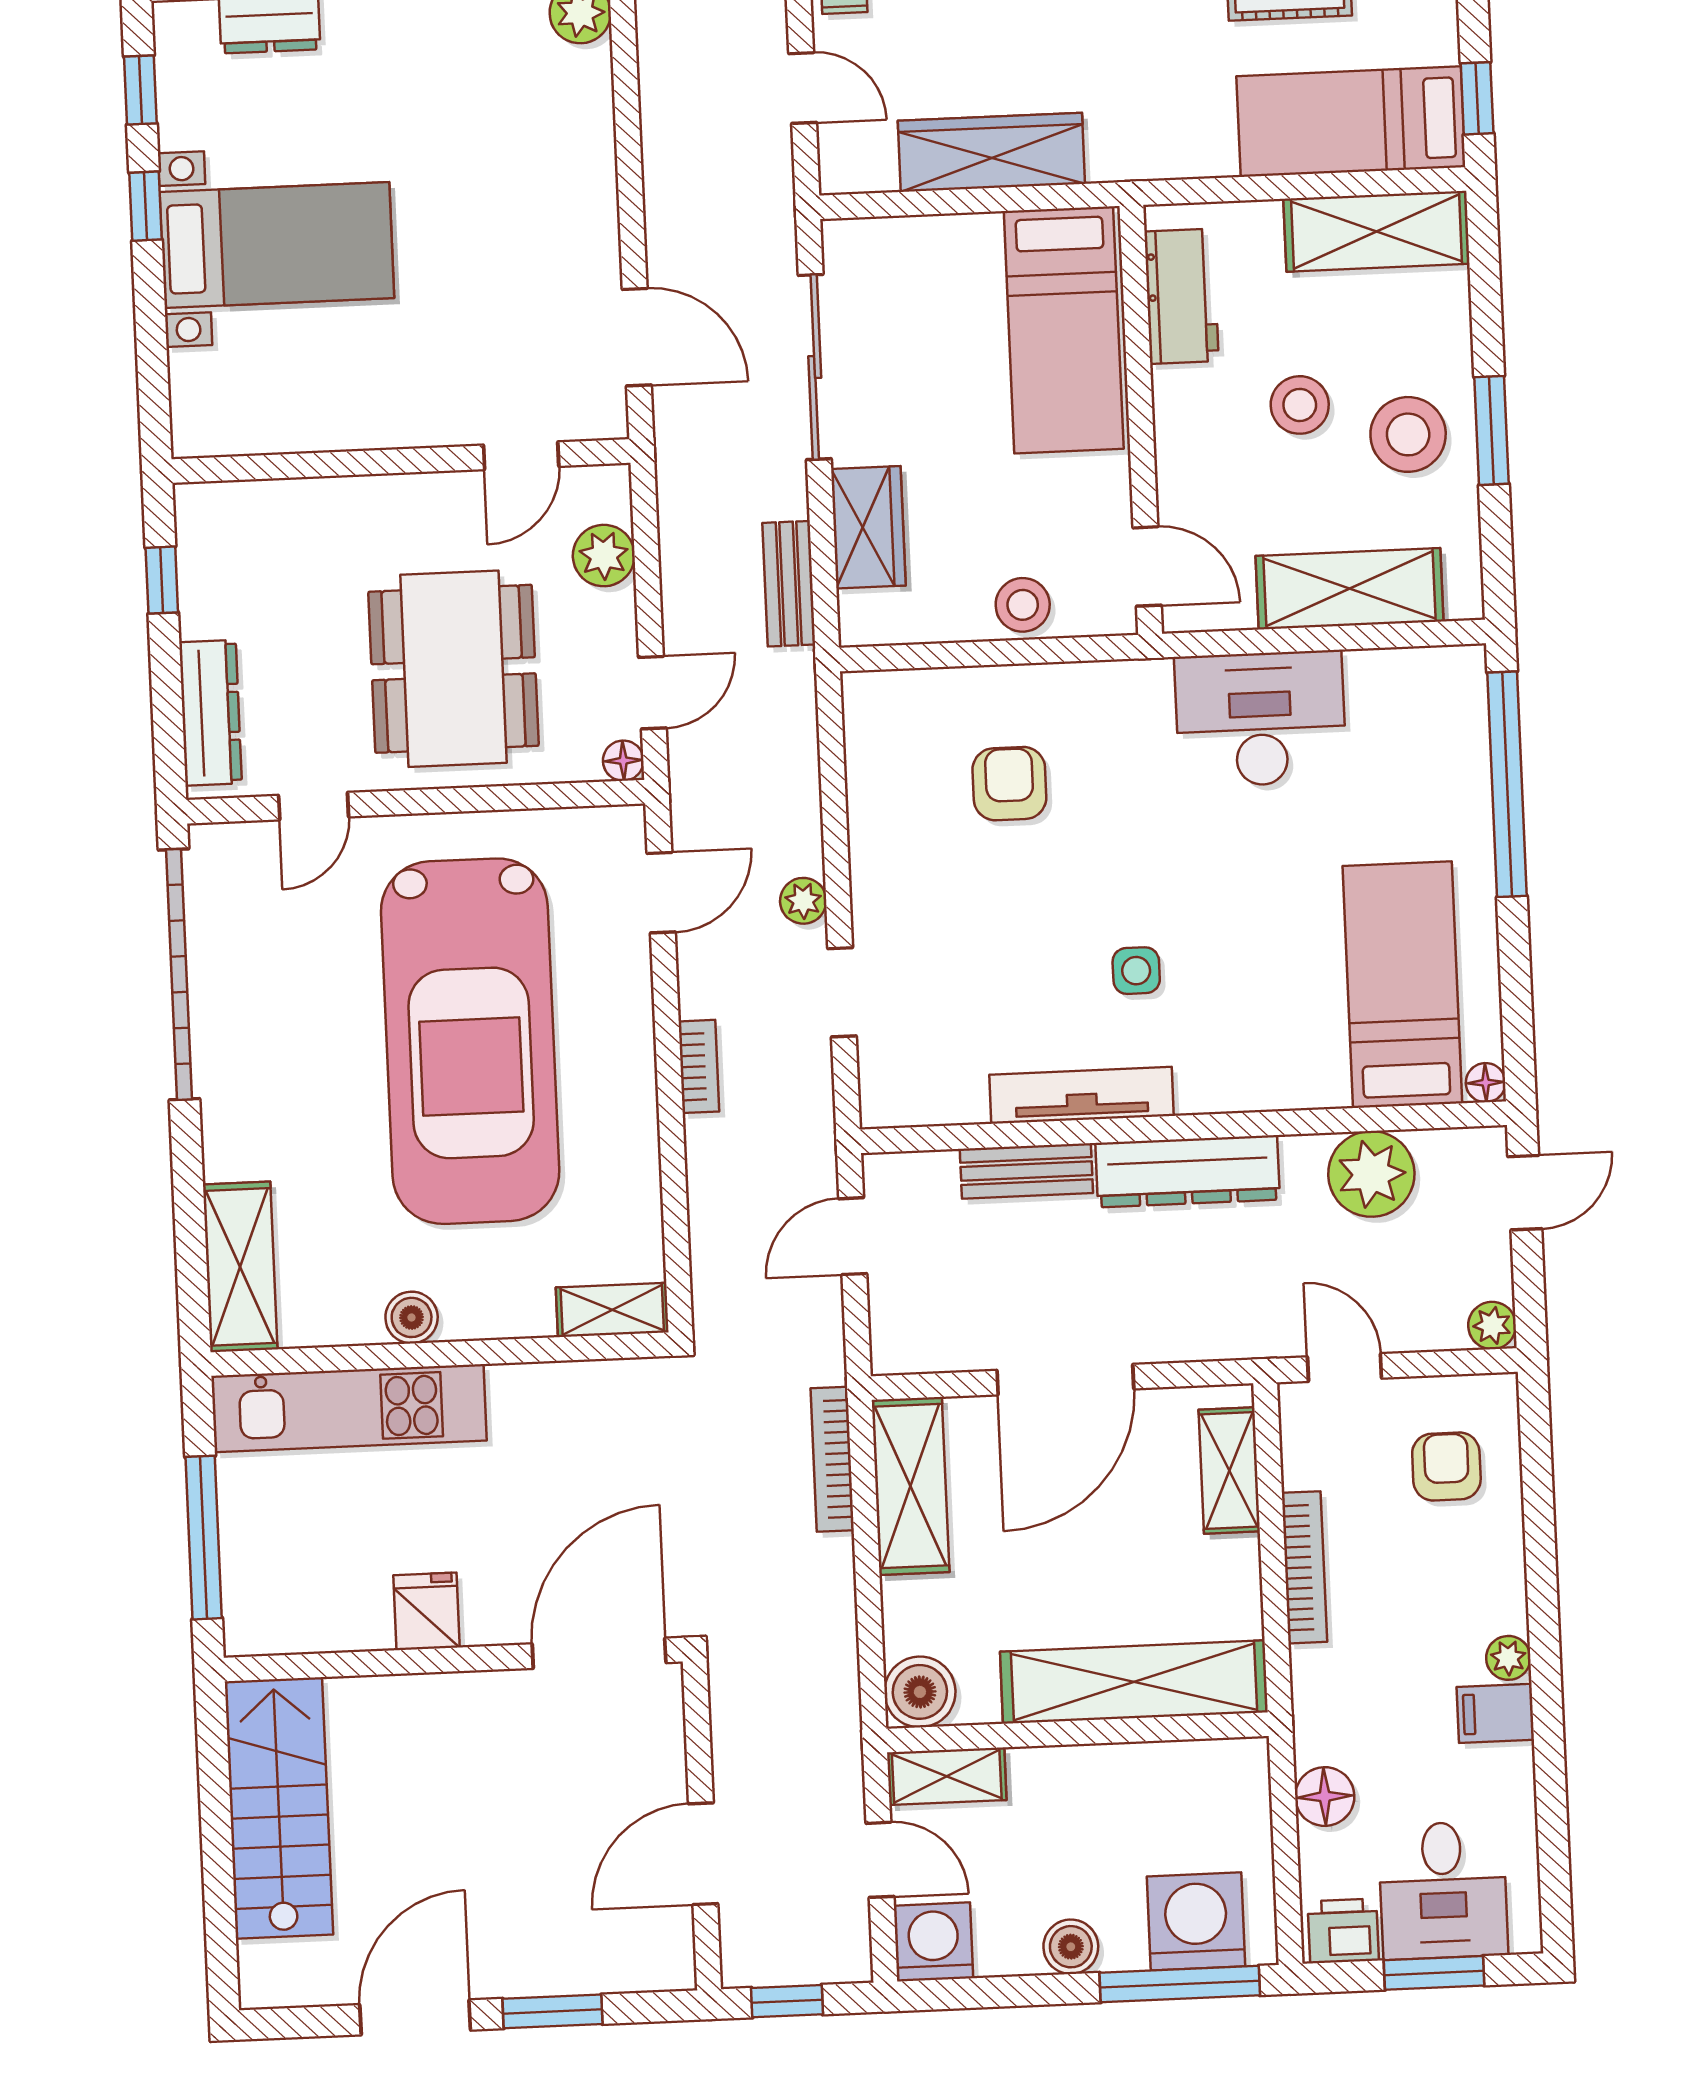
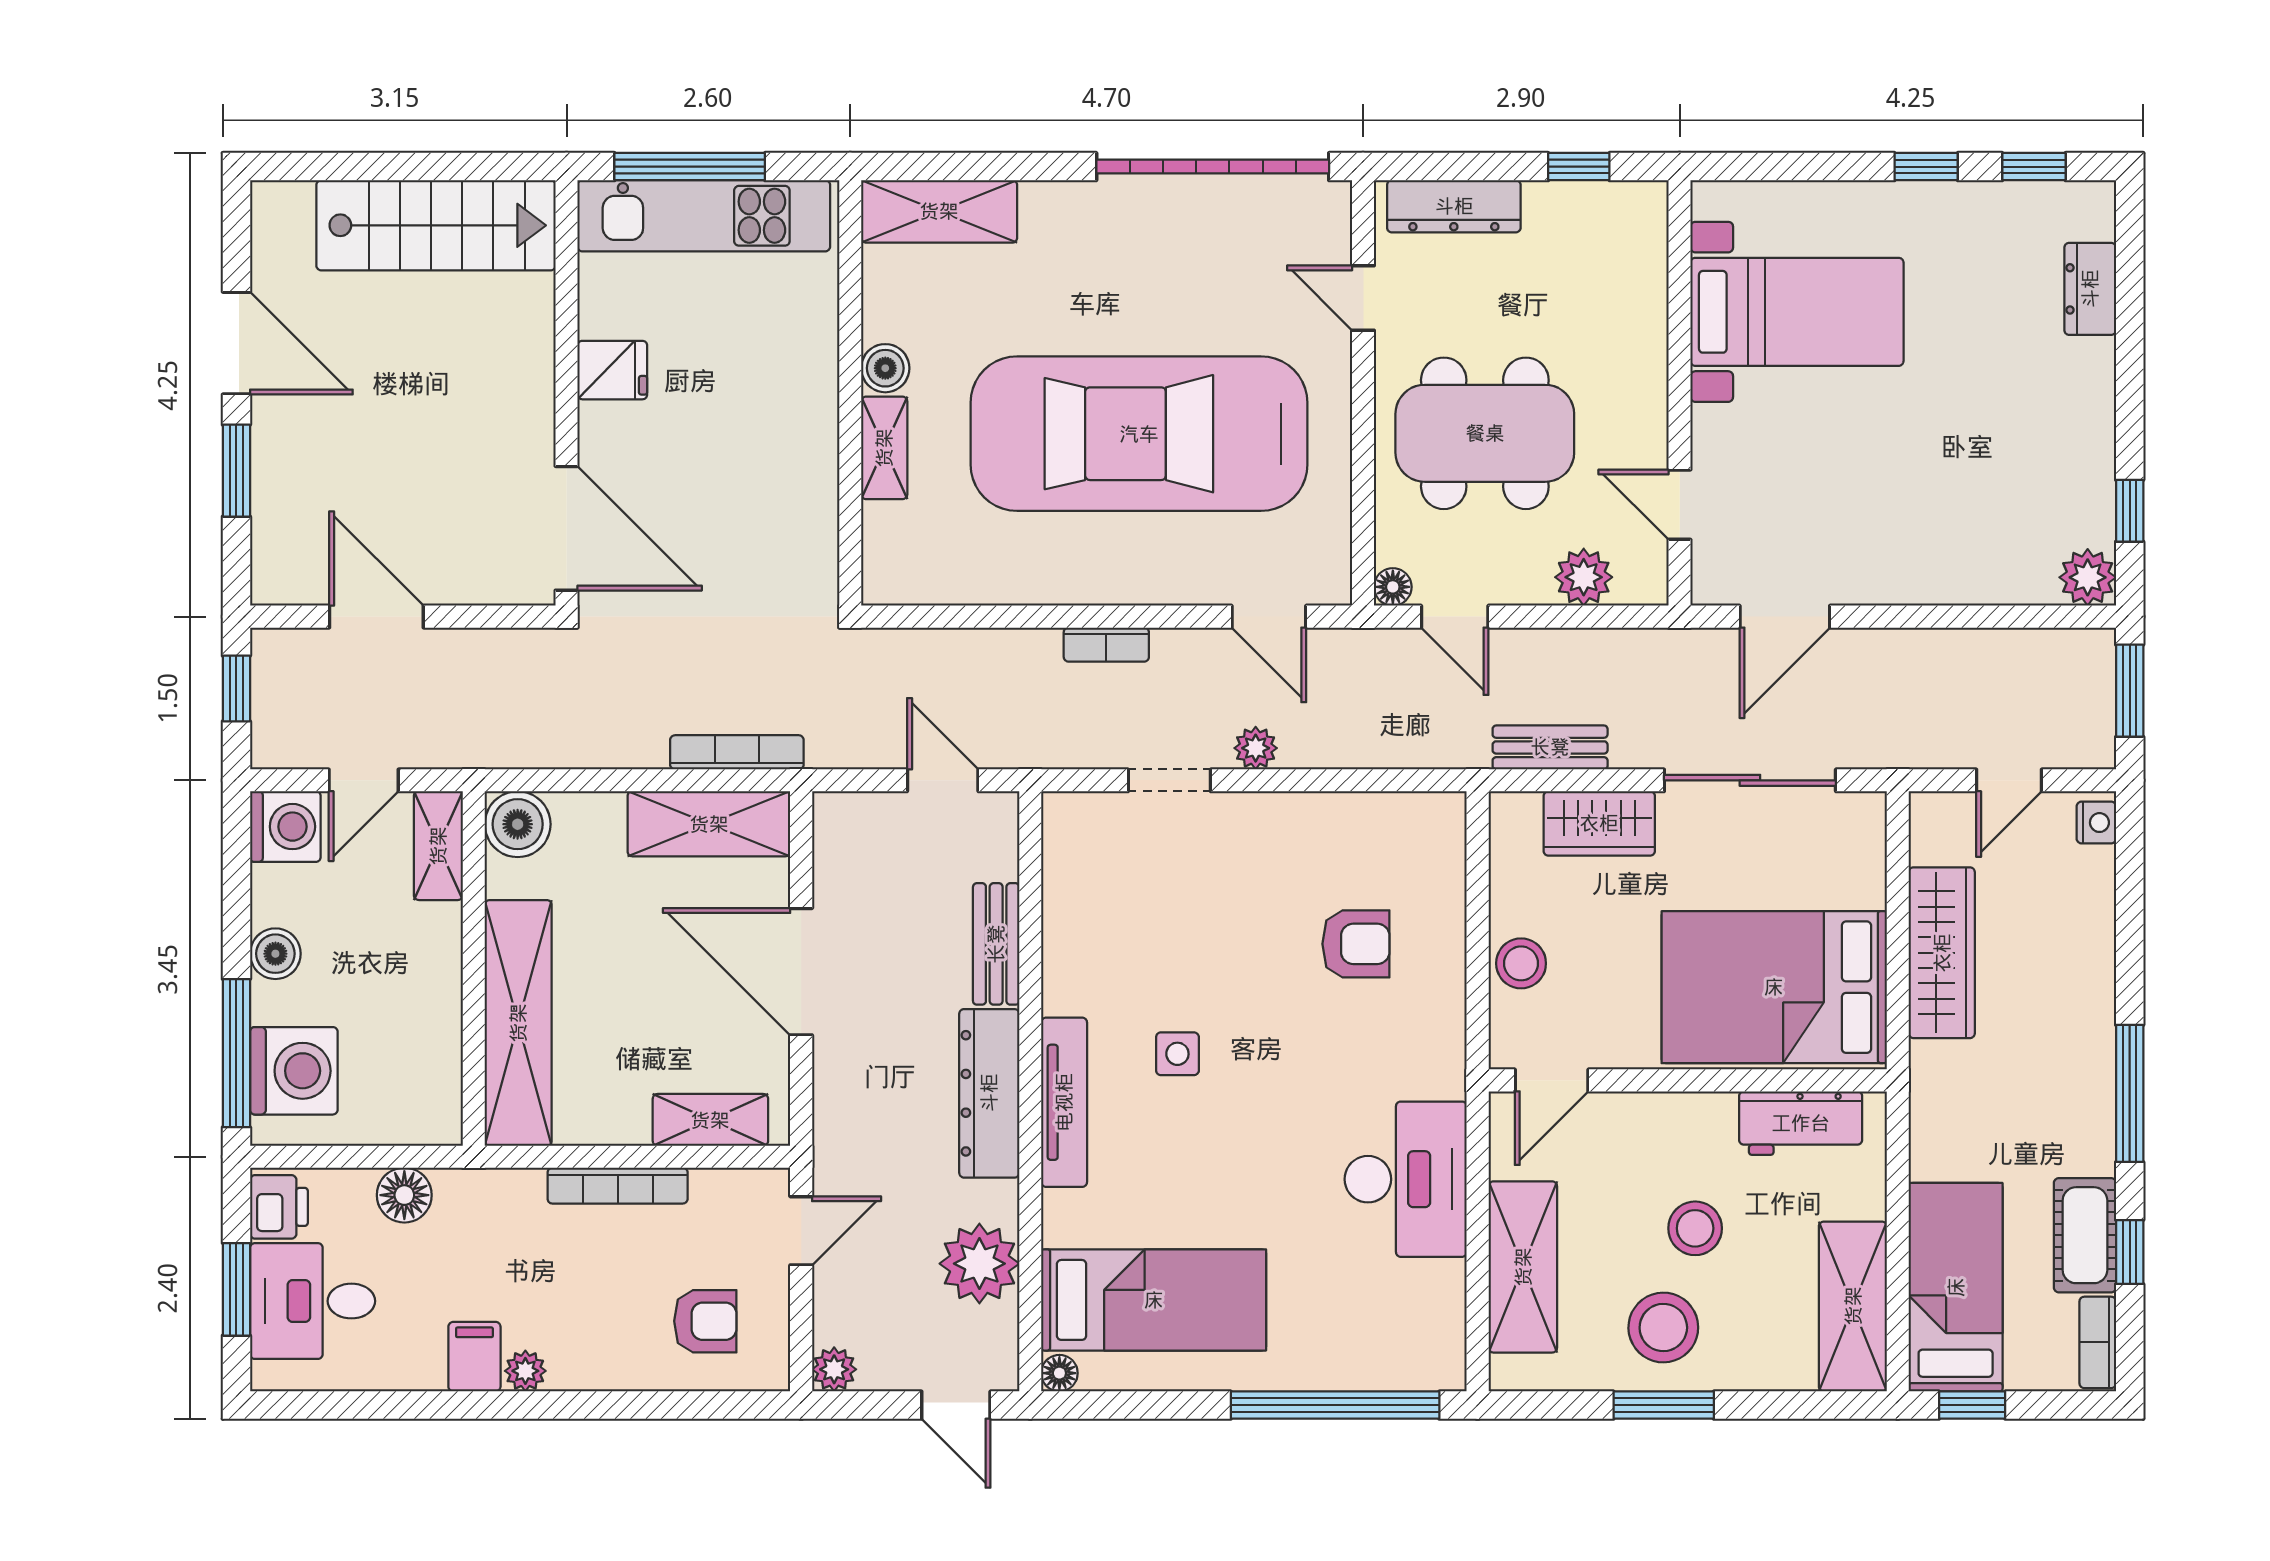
bed with nightstands: (277, 245) -> (1797, 312), moved, turned -90
bed: (1064, 330) -> (1774, 987), width x1.50
tv unit: (1082, 1095) -> (1064, 1102), moved
shelving: (612, 1310) -> (884, 448), moved
kitchen unit: (349, 1408) -> (704, 216), moved, turned -90

